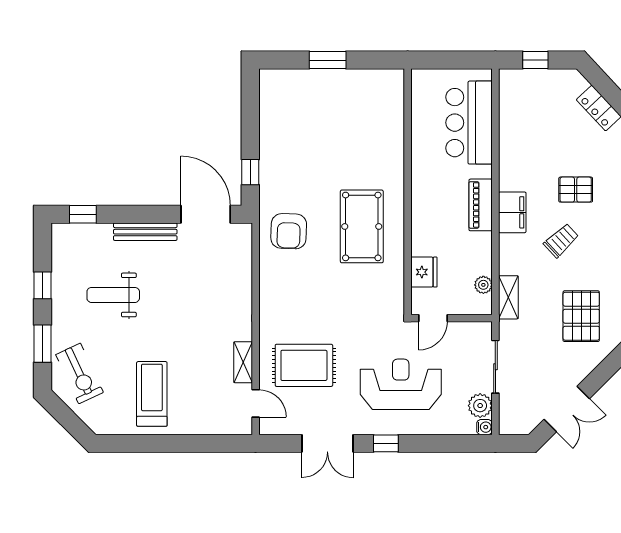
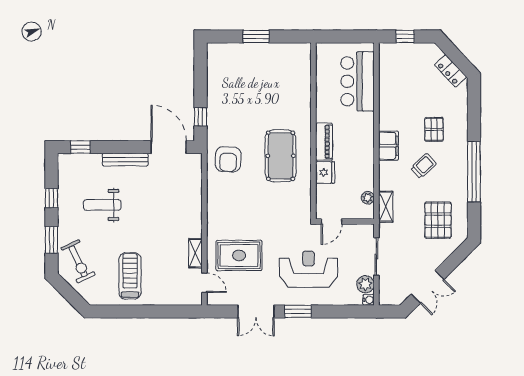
pallet: (576, 190) -> (434, 129), turned 90
piano: (481, 205) -> (324, 142), moved, turned 180
fridge: (424, 272) -> (325, 172), moved
window: (386, 443) -> (298, 311), width x1.50

